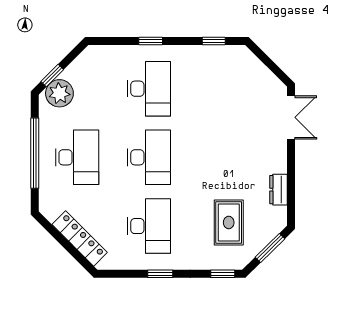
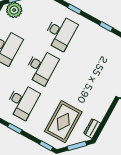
dresser: (278, 190) -> (92, 128), moved
rug: (229, 222) -> (63, 122), width x1.36, depth x1.43

